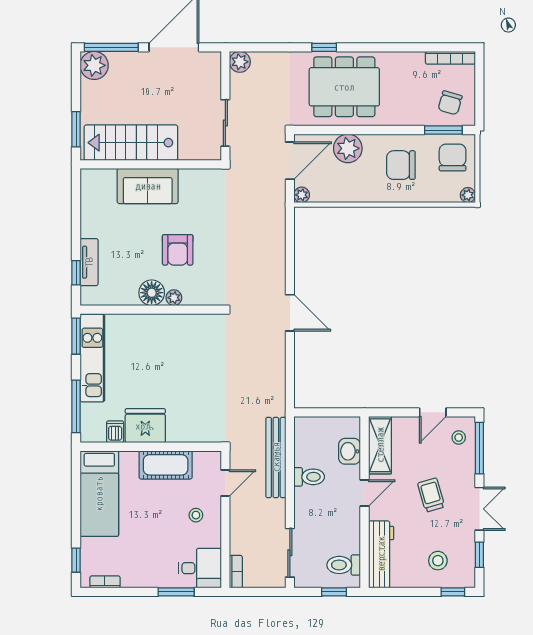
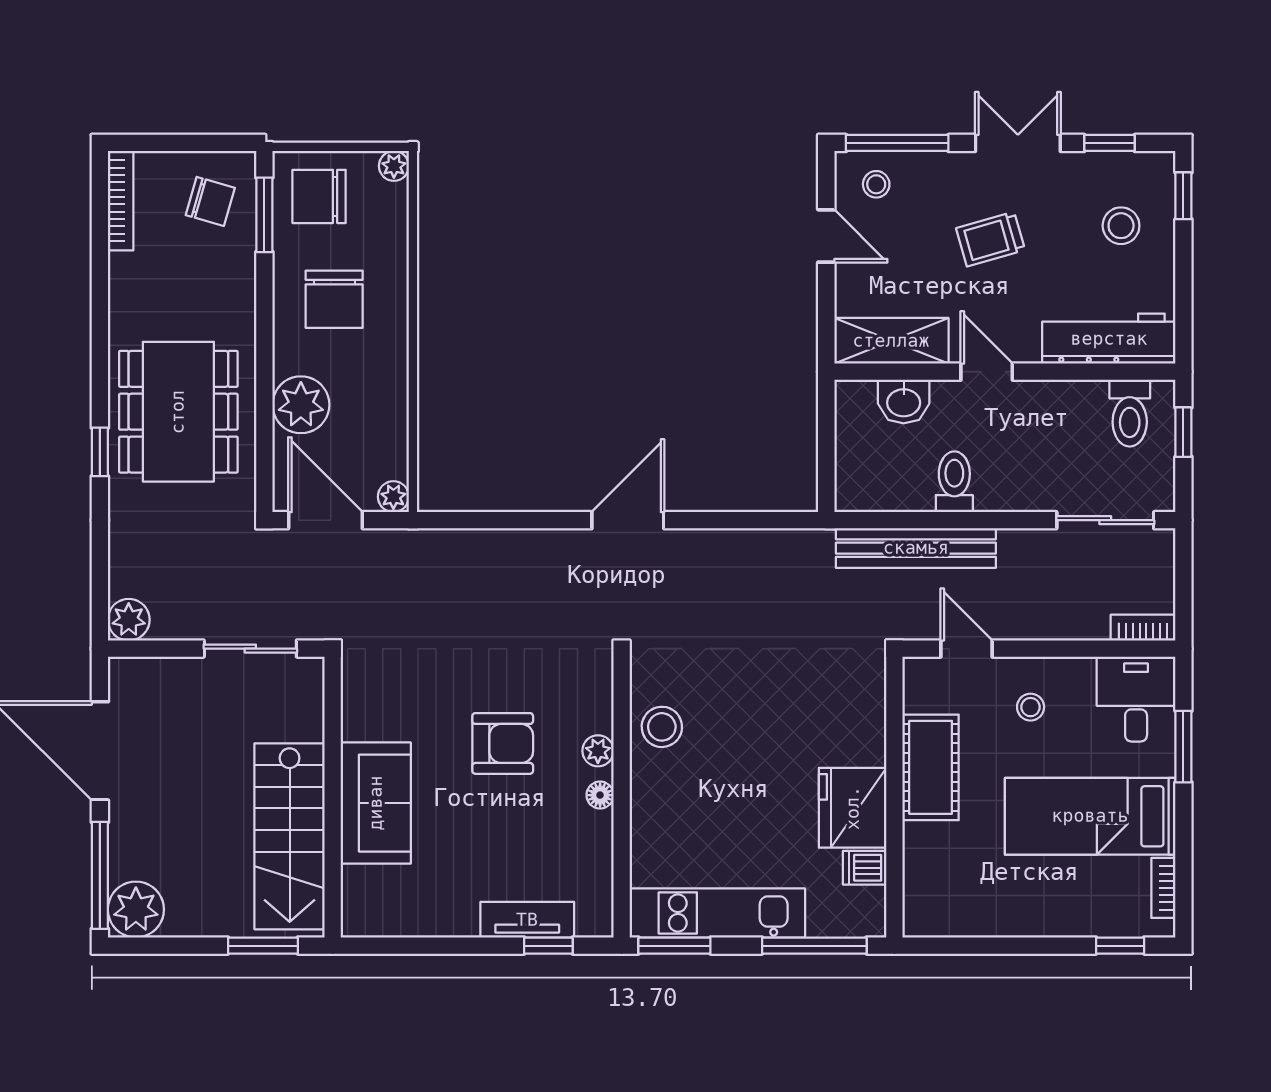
floor lamp: (152, 293) -> (600, 795), width x0.53, depth x0.53
stool: (186, 330) -> (662, 727), added
bed: (99, 494) -> (1090, 816), moved, turned 180

